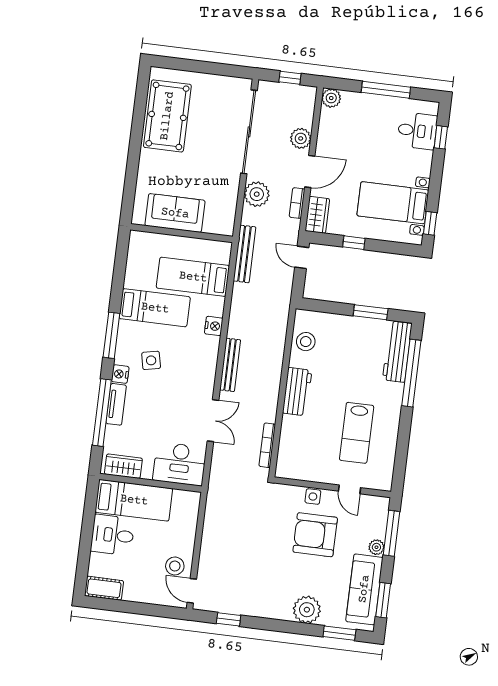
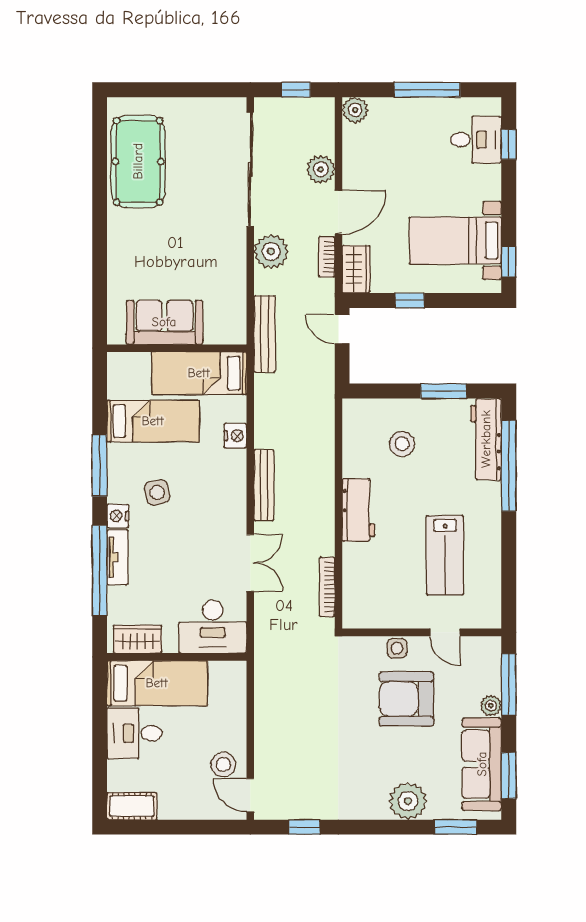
sofa: (175, 213) -> (164, 322), moved
wall: (182, 233) -> (177, 348), moved
stool: (306, 342) -> (402, 444), moved

